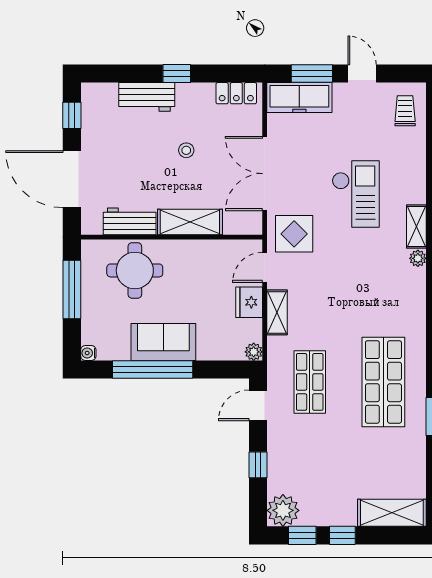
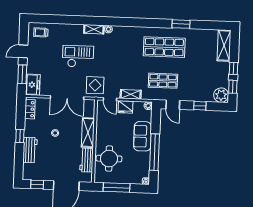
freezer: (299, 98) -> (33, 85), width x0.71
sofa: (163, 342) -> (143, 136), moved

